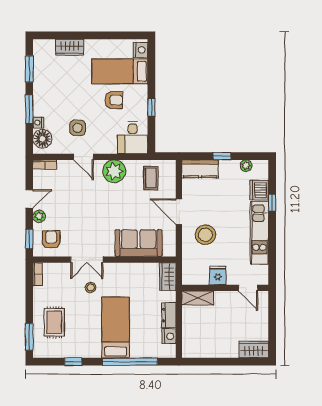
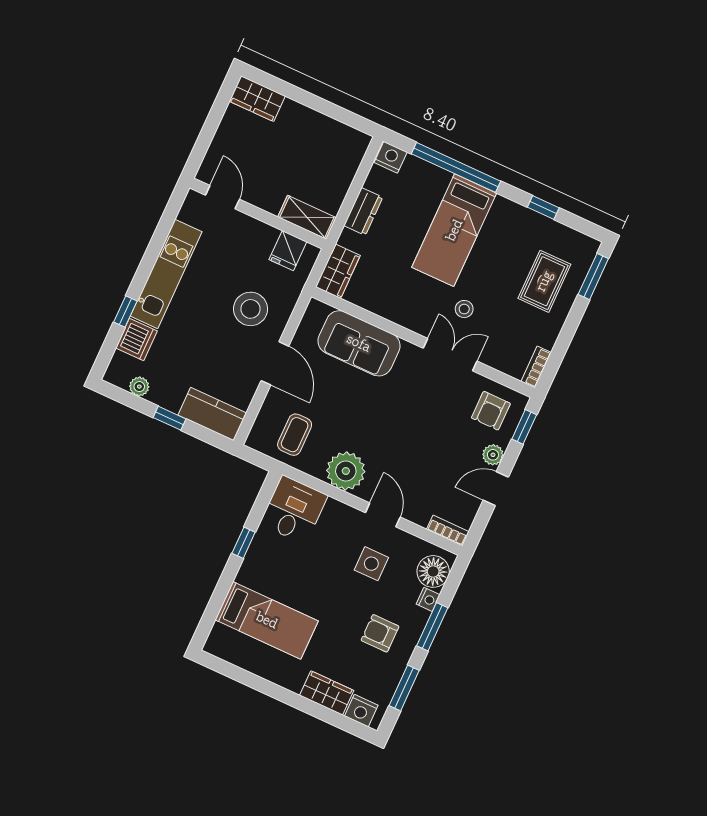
nightstand: (141, 50) -> (361, 711), moved, turned -90
armchair: (114, 100) -> (380, 633), moved
fridge: (218, 275) -> (288, 251), moved
nightstand: (169, 336) -> (391, 157), moved, turned 90

